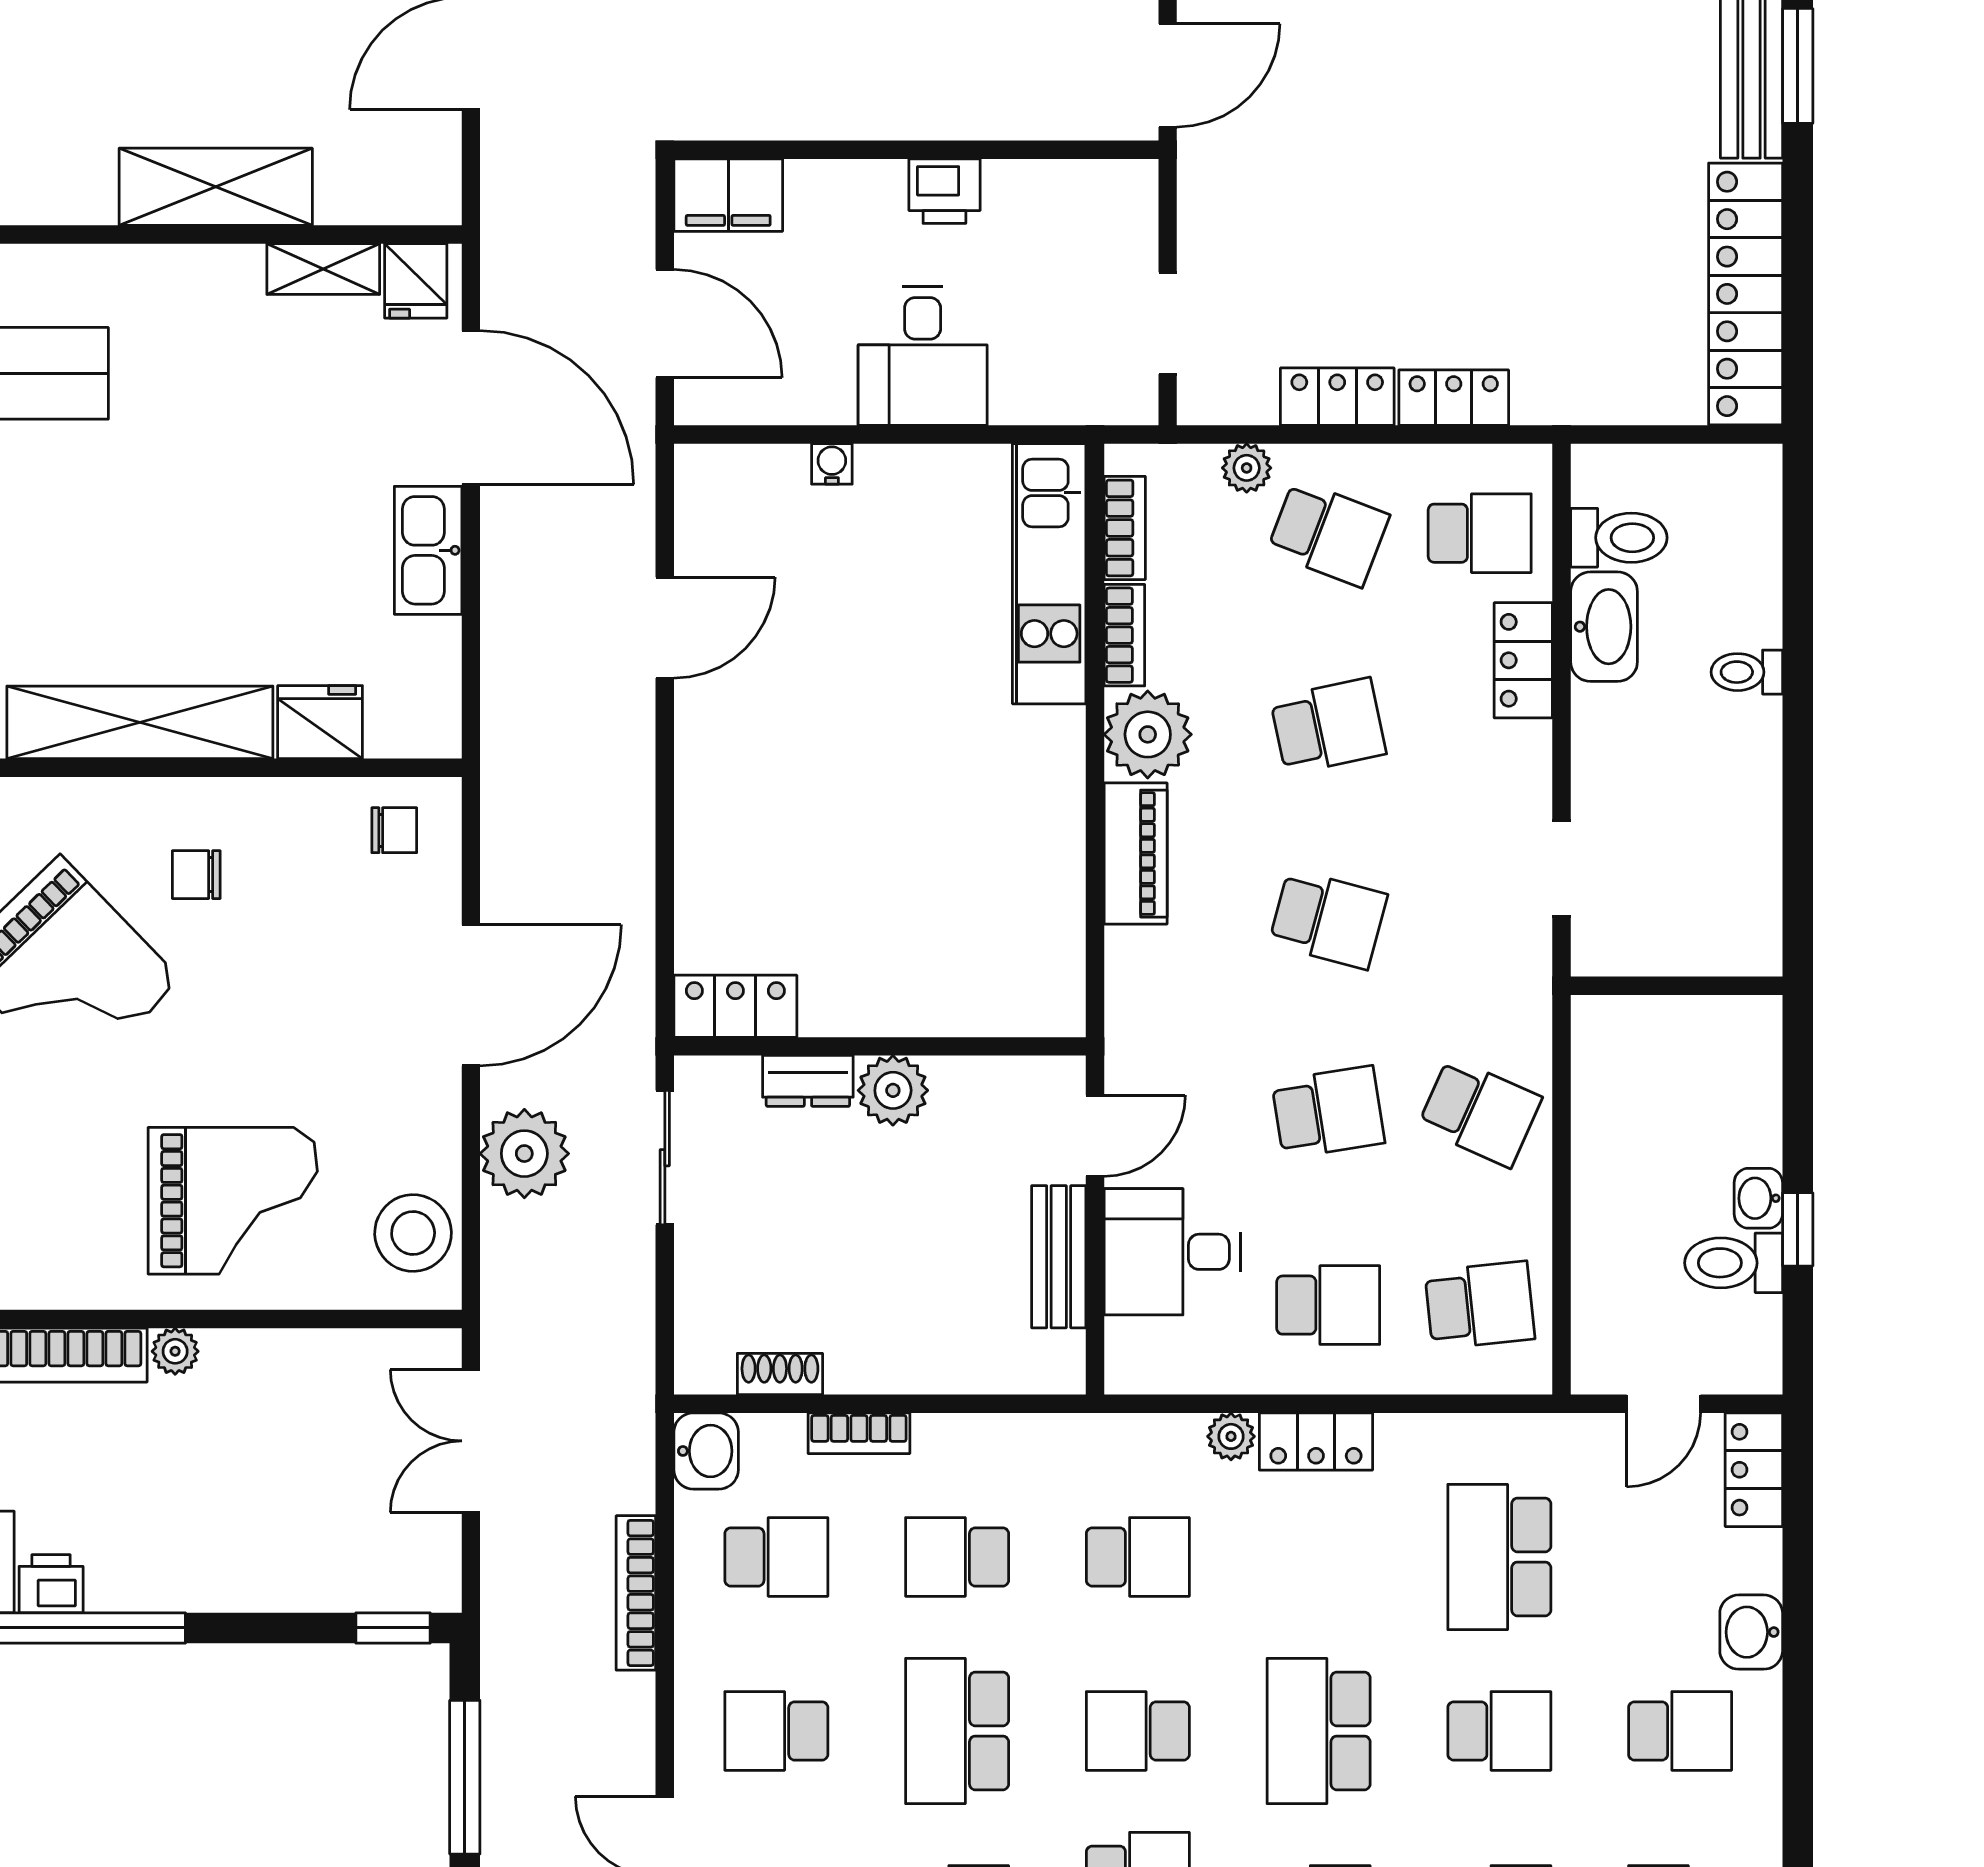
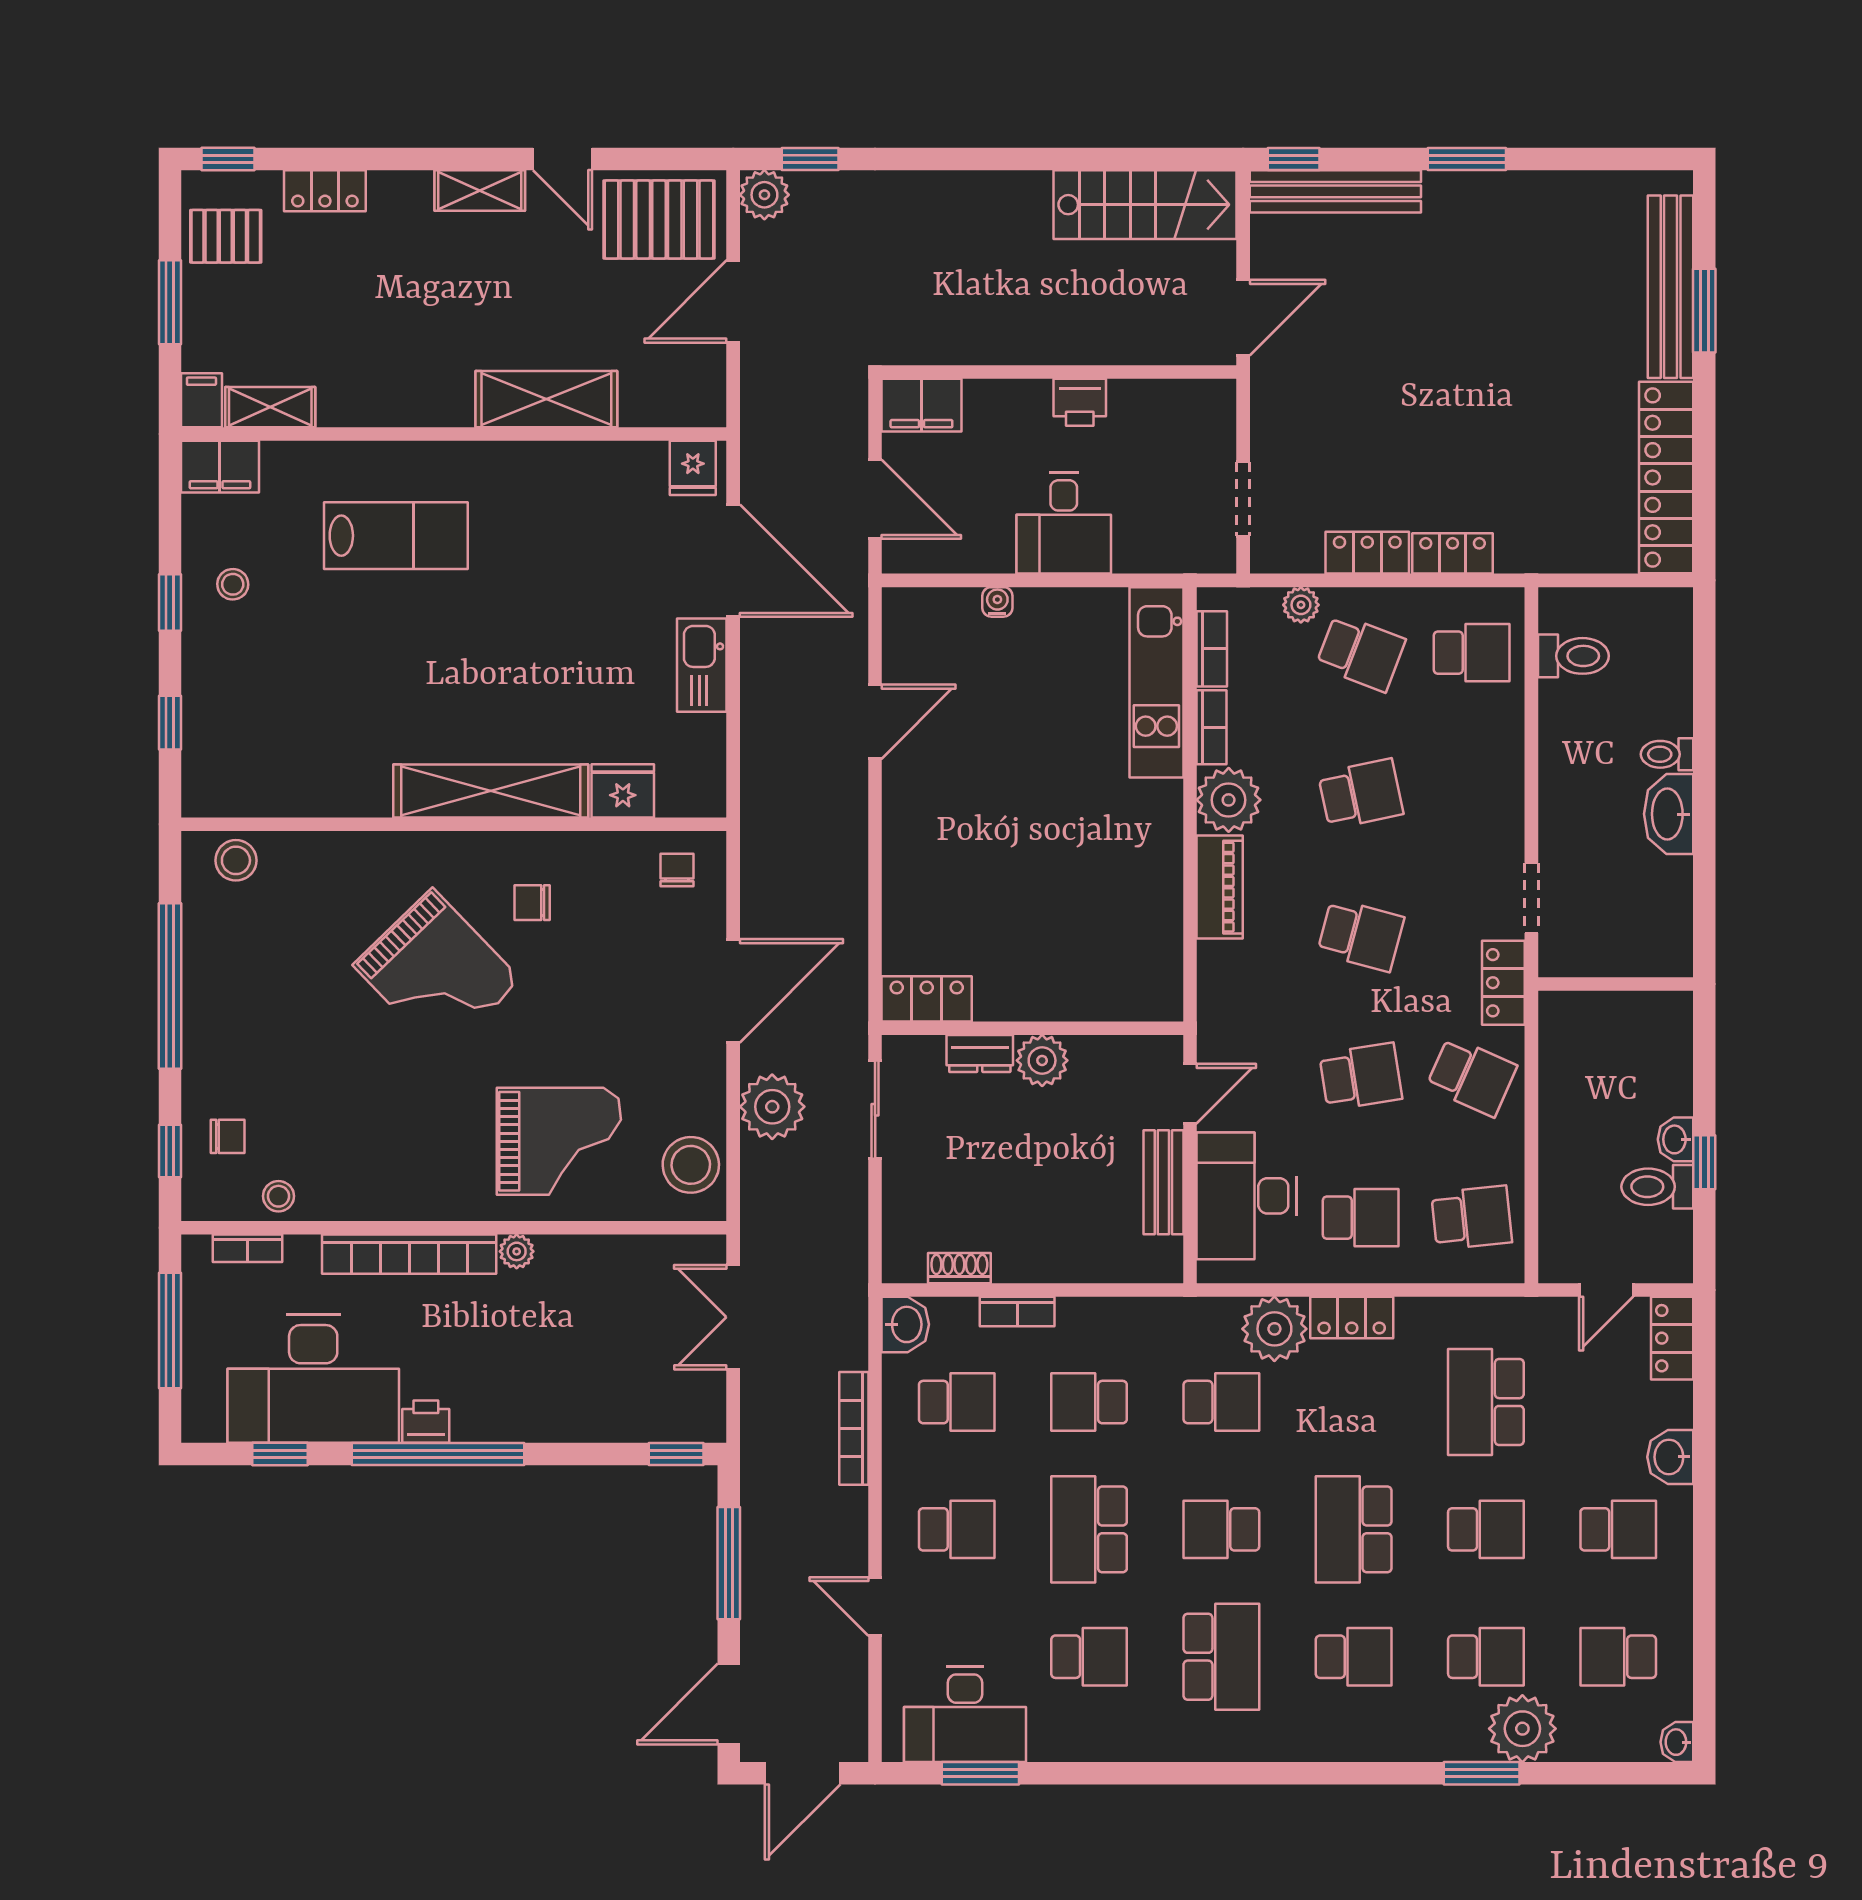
shelving: (323, 269) -> (625, 459), removed
washbasin: (1604, 627) -> (1669, 814), moved, turned 180
locker: (1523, 660) -> (1503, 983), moved
chair: (394, 830) -> (677, 870), turned -90
desk: (1172, 1252) -> (1246, 1196), width x1.37
plant: (1231, 1436) -> (1274, 1329), width x1.88, depth x1.88
school desk: (776, 1731) -> (957, 1529), turned 180

